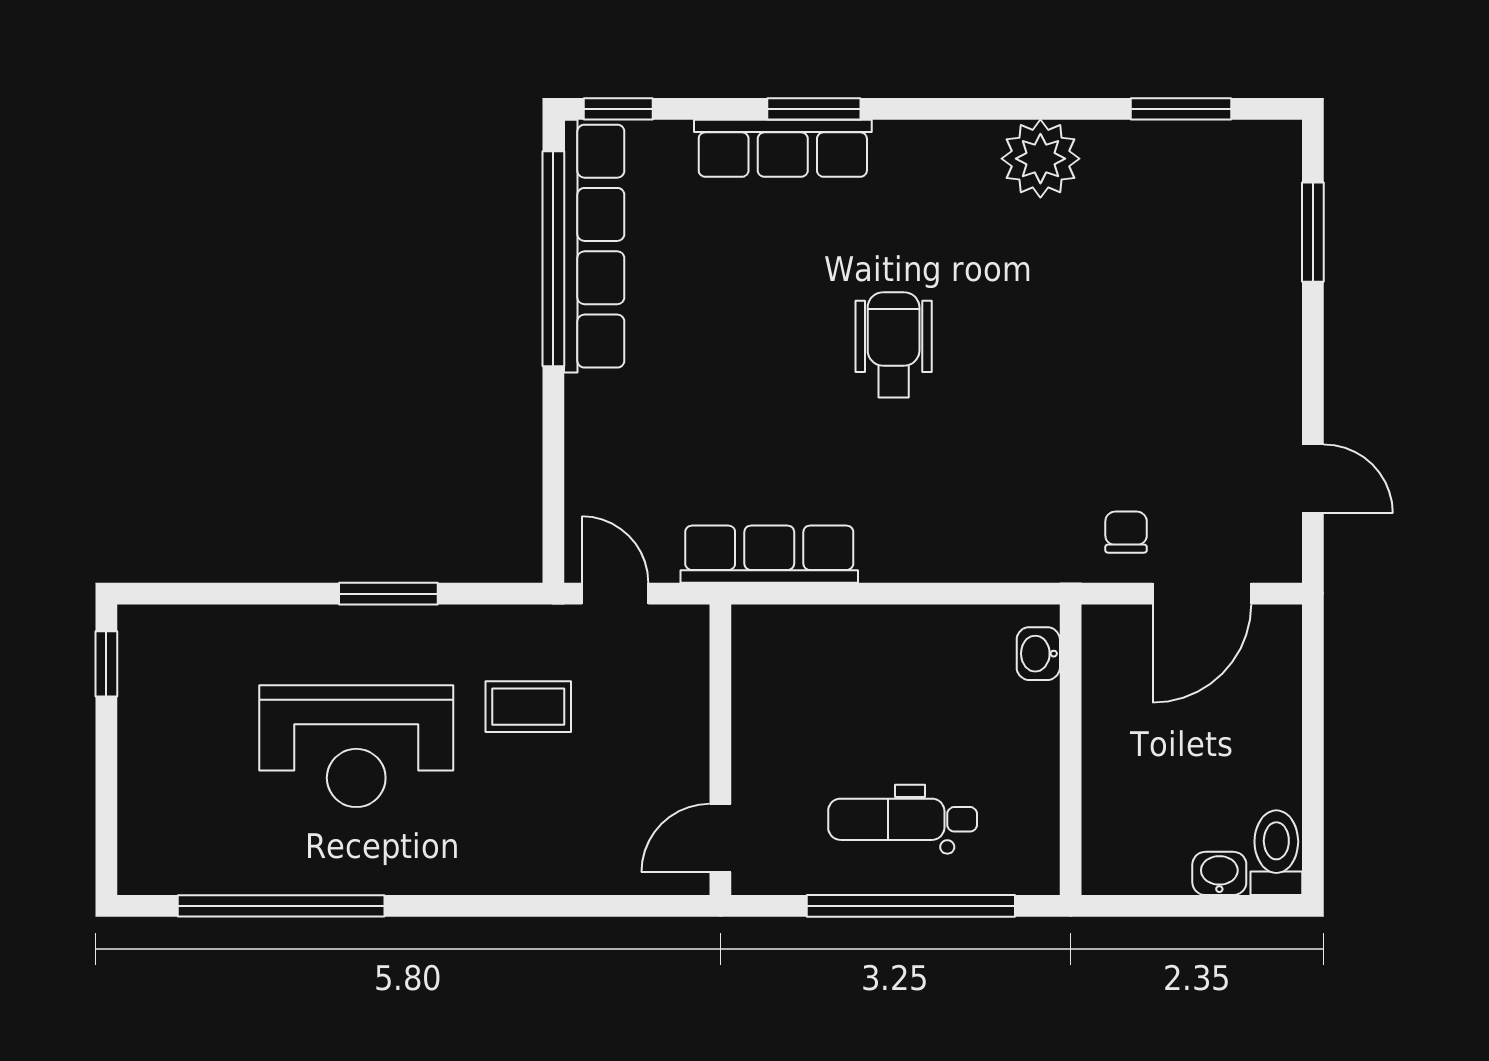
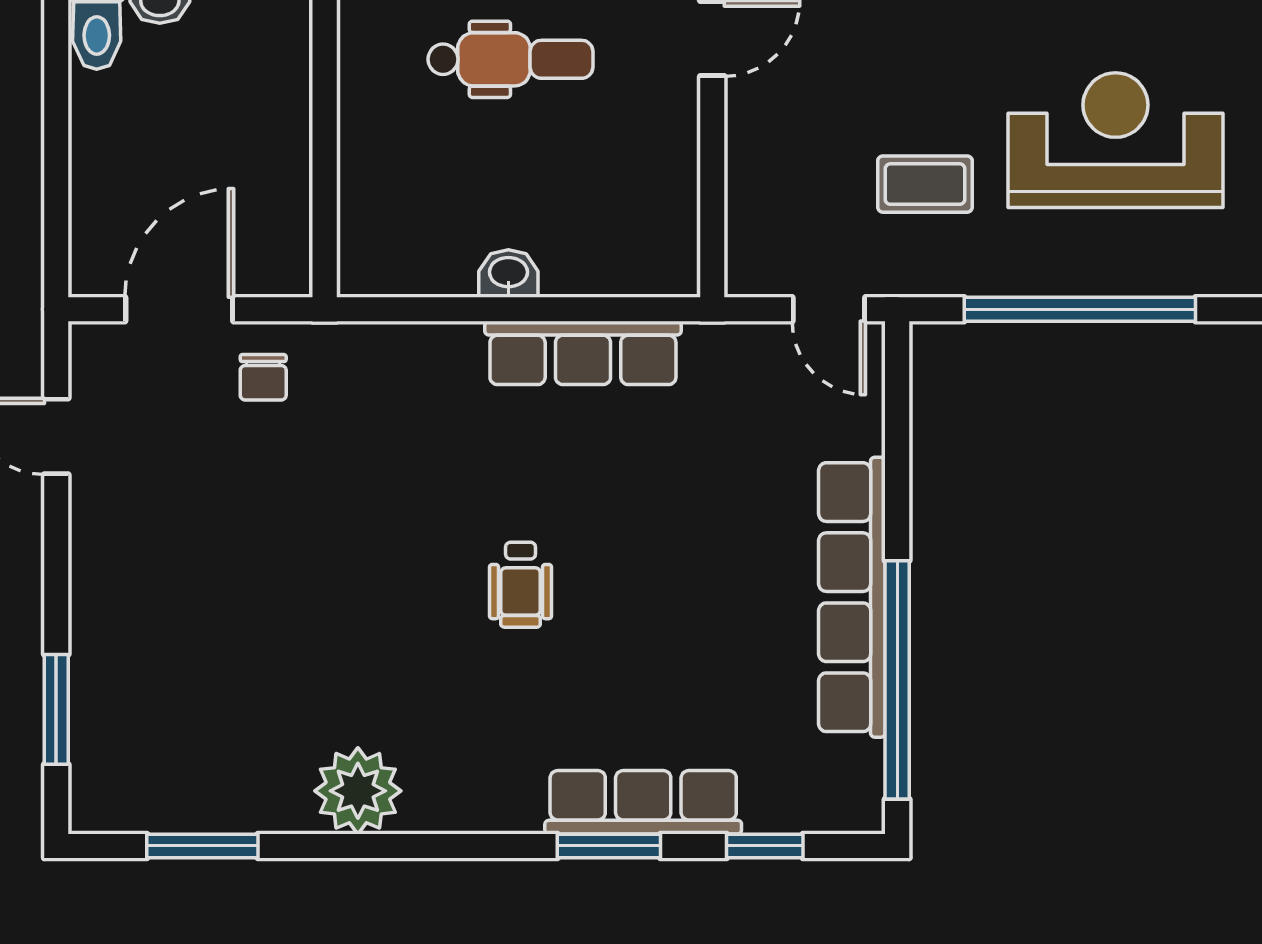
window: (618, 109) -> (765, 846), moved
row of seats: (594, 246) -> (852, 597), moved
wheelchair: (894, 345) -> (521, 585), width x0.73, depth x0.73
row of seats: (769, 554) -> (583, 353), moved
window: (388, 594) -> (1080, 309), width x2.11
washbasin: (1038, 654) -> (508, 274), moved, turned -90

